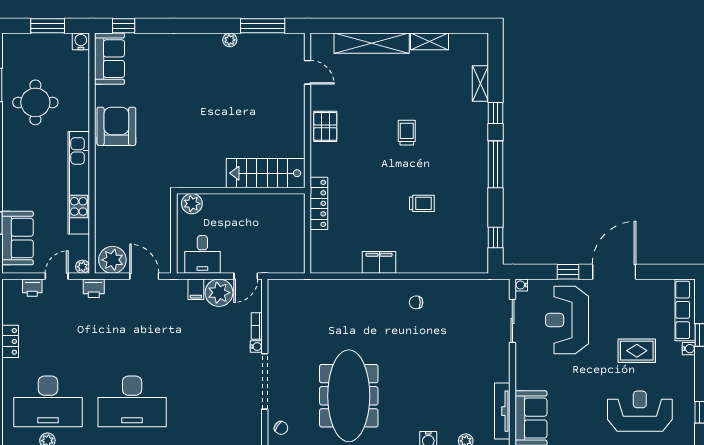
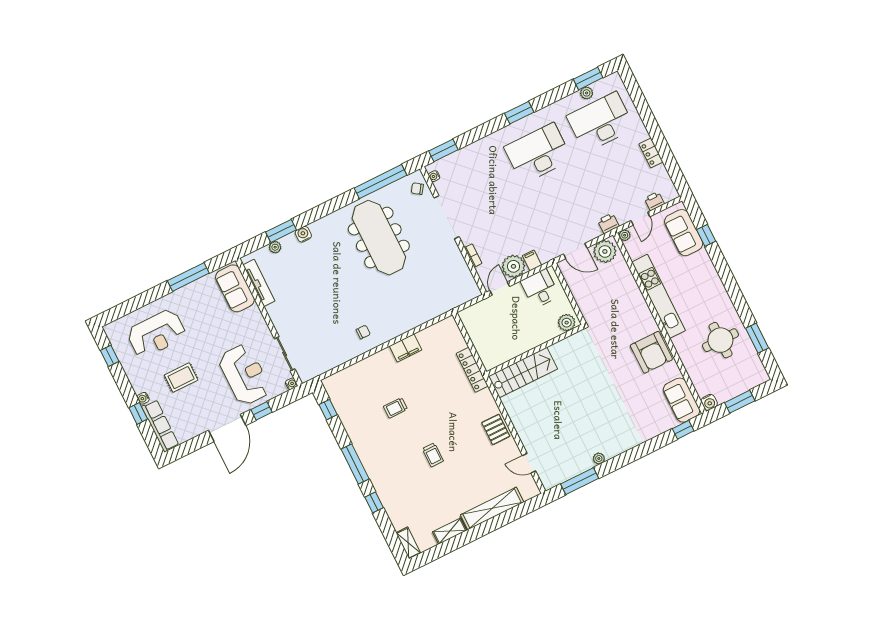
shelving: (480, 84) -> (408, 543), moved
water cooler: (256, 347) -> (434, 176), moved

